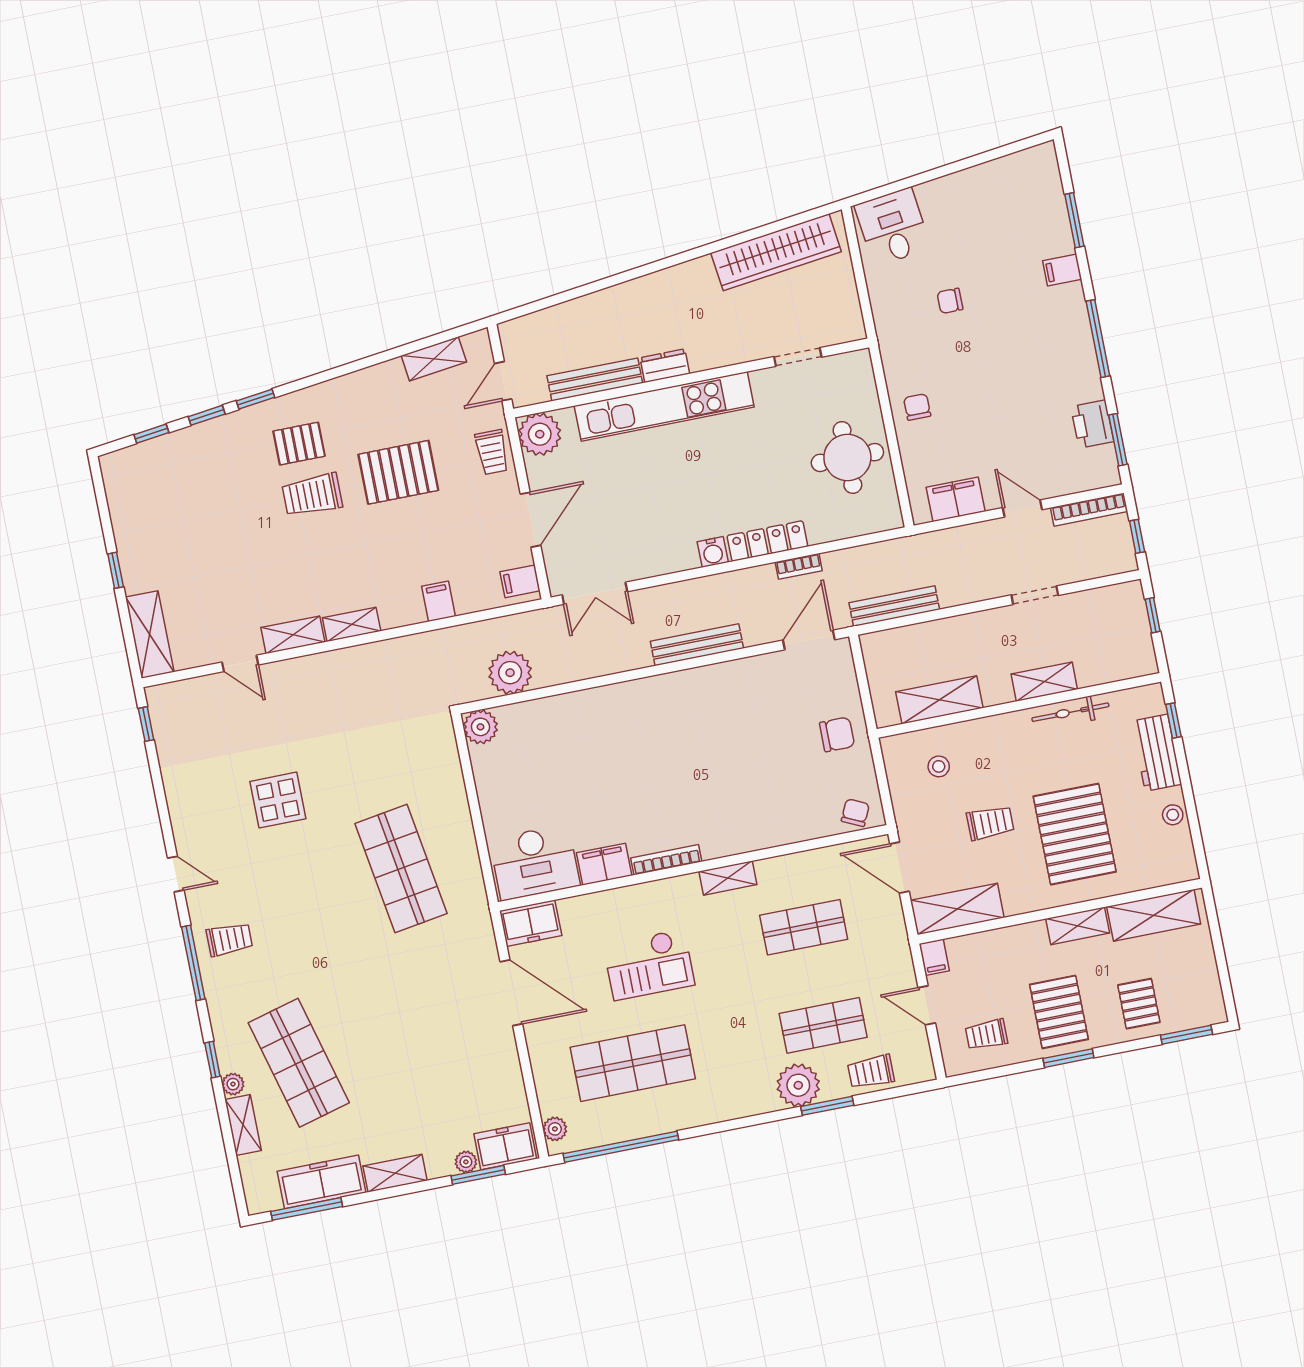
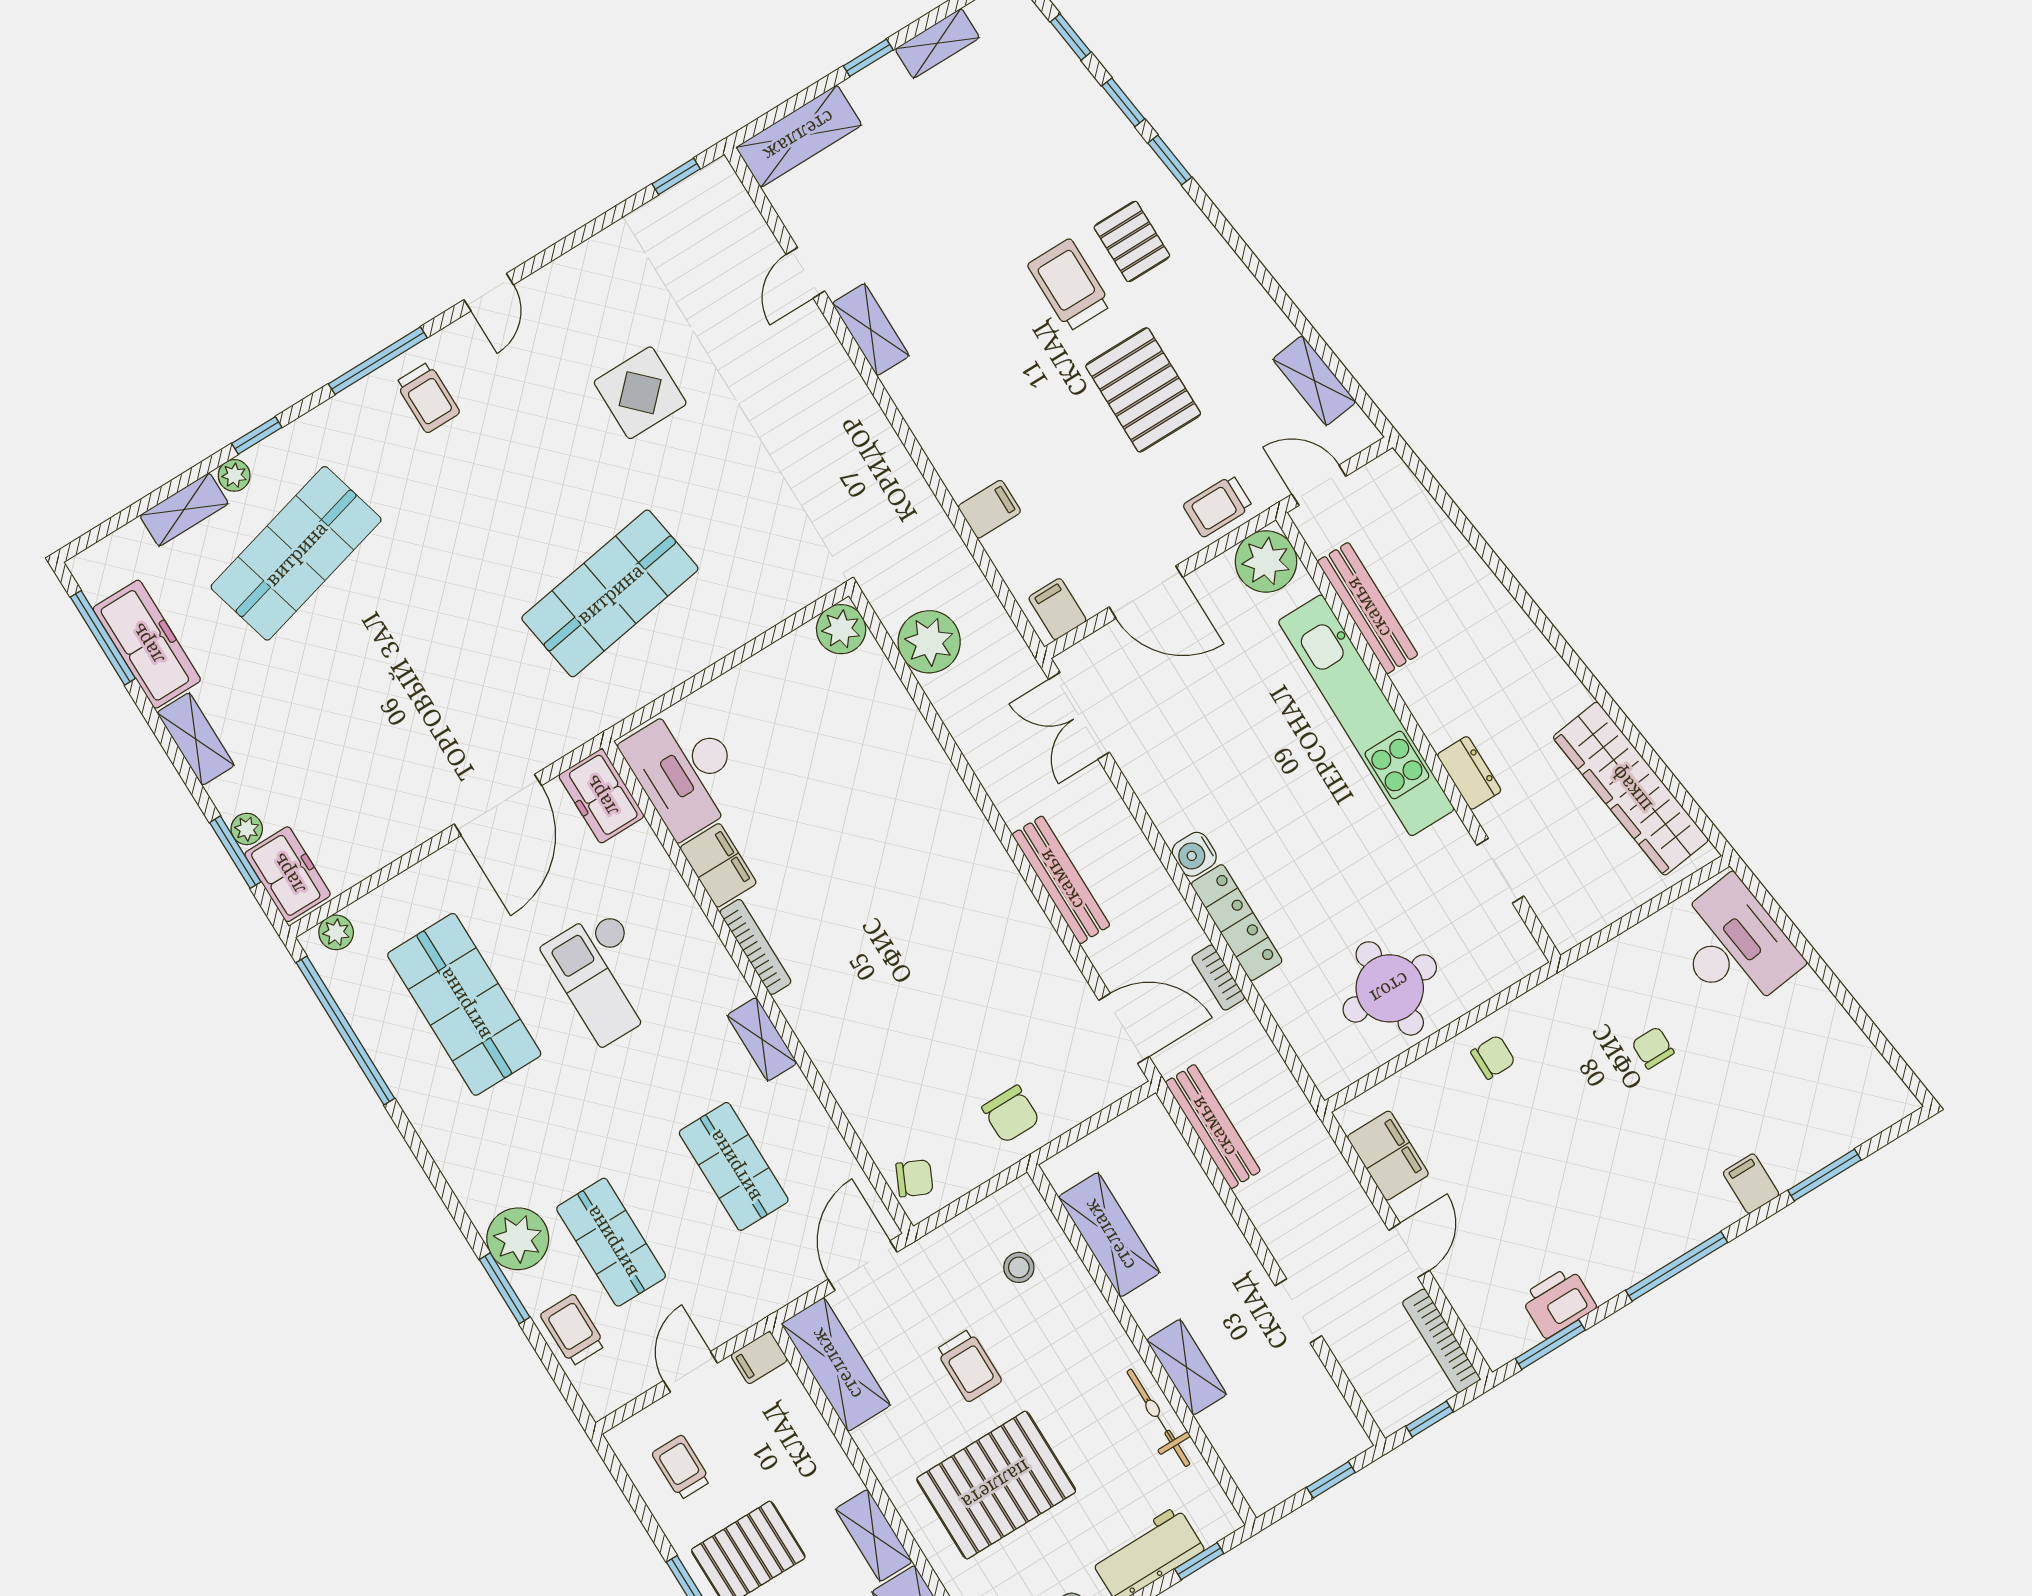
desk: (893, 227) -> (1734, 946), width x1.37
dresser: (665, 366) -> (1469, 773), moved
shelving: (352, 624) -> (937, 43), moved, turned 90

